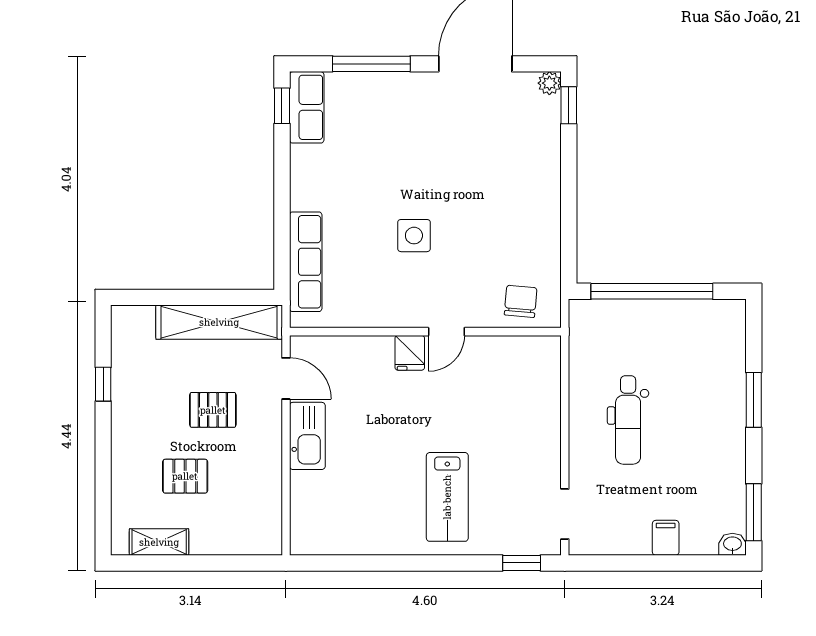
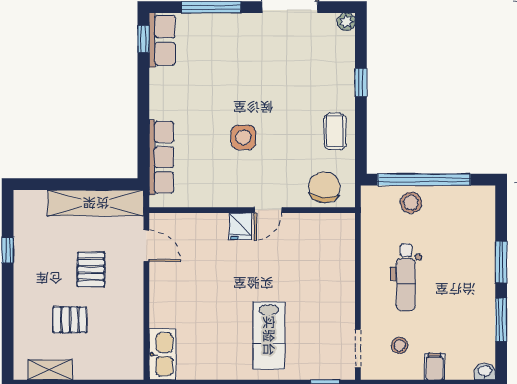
window: (569, 105) -> (361, 82), moved
coffee table: (534, 228) -> (335, 131), added
chair: (521, 301) -> (324, 187), width x1.37, depth x1.37
stool: (635, 322) -> (411, 203), added
pallet: (213, 410) -> (91, 270), turned 90
kitchen sink: (307, 436) -> (163, 354), moved
stool: (620, 510) -> (400, 345), added
window: (754, 512) -> (501, 320), moved

